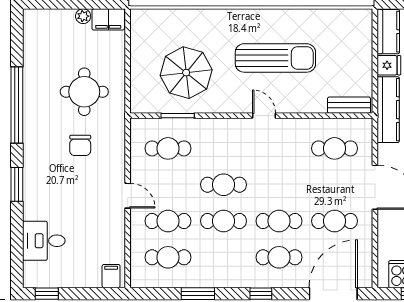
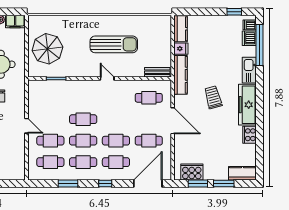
parasol: (186, 73) -> (47, 49), moved
cafe table: (168, 148) -> (83, 162), moved
filing cabinet: (111, 276) -> (17, 173), removed

